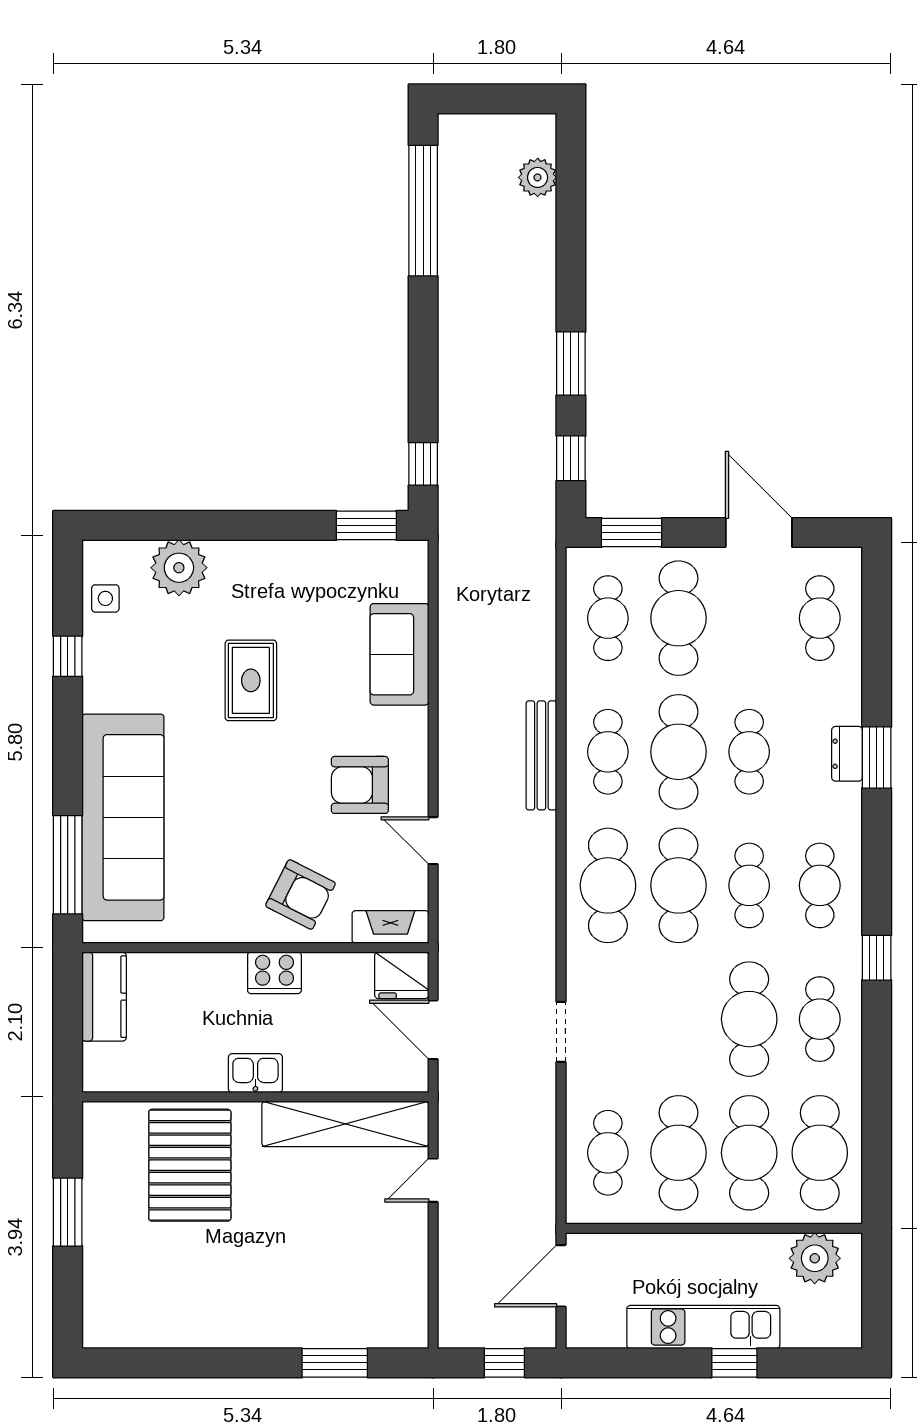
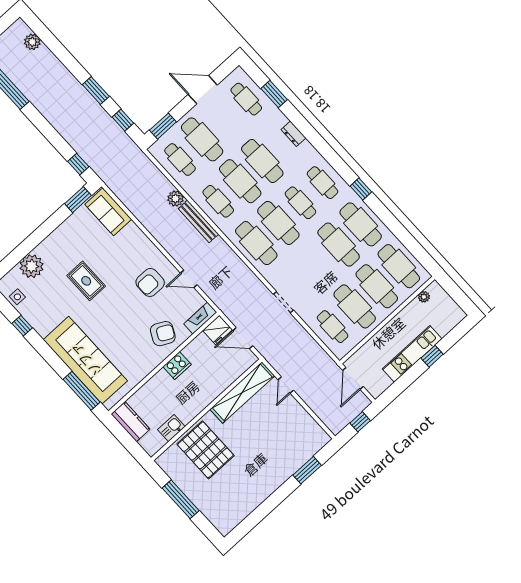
sofa: (399, 654) -> (108, 212), moved
plant: (538, 679) -> (175, 199), added
cafe table: (749, 752) -> (262, 161), width x1.37, depth x1.35
window: (877, 757) -> (274, 94), moved
cafe table: (820, 1019) -> (361, 224), width x1.37, depth x1.35
kitchen sink: (255, 1073) -> (171, 428), moved
window: (68, 1212) -> (181, 499), width x1.44
plant: (815, 1258) -> (424, 297), width x0.53, depth x0.53

